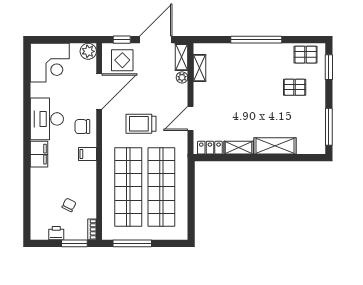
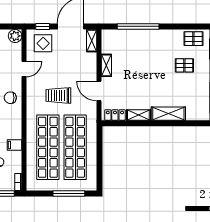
window: (256, 40) -> (138, 26), moved
shelving: (199, 68) -> (106, 65), moved
plant: (182, 77) -> (92, 57), removed
door: (99, 92) -> (24, 69), width x0.53
door: (190, 118) -> (99, 91), hinge flipped
filing cabinet: (88, 154) -> (15, 145), moved
window: (132, 243) -> (69, 194), moved

